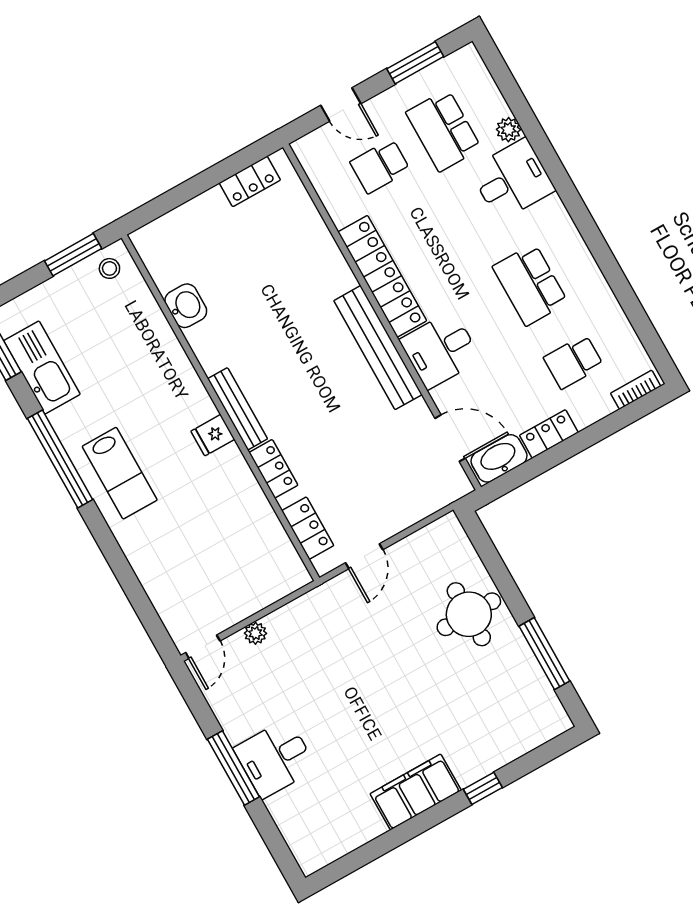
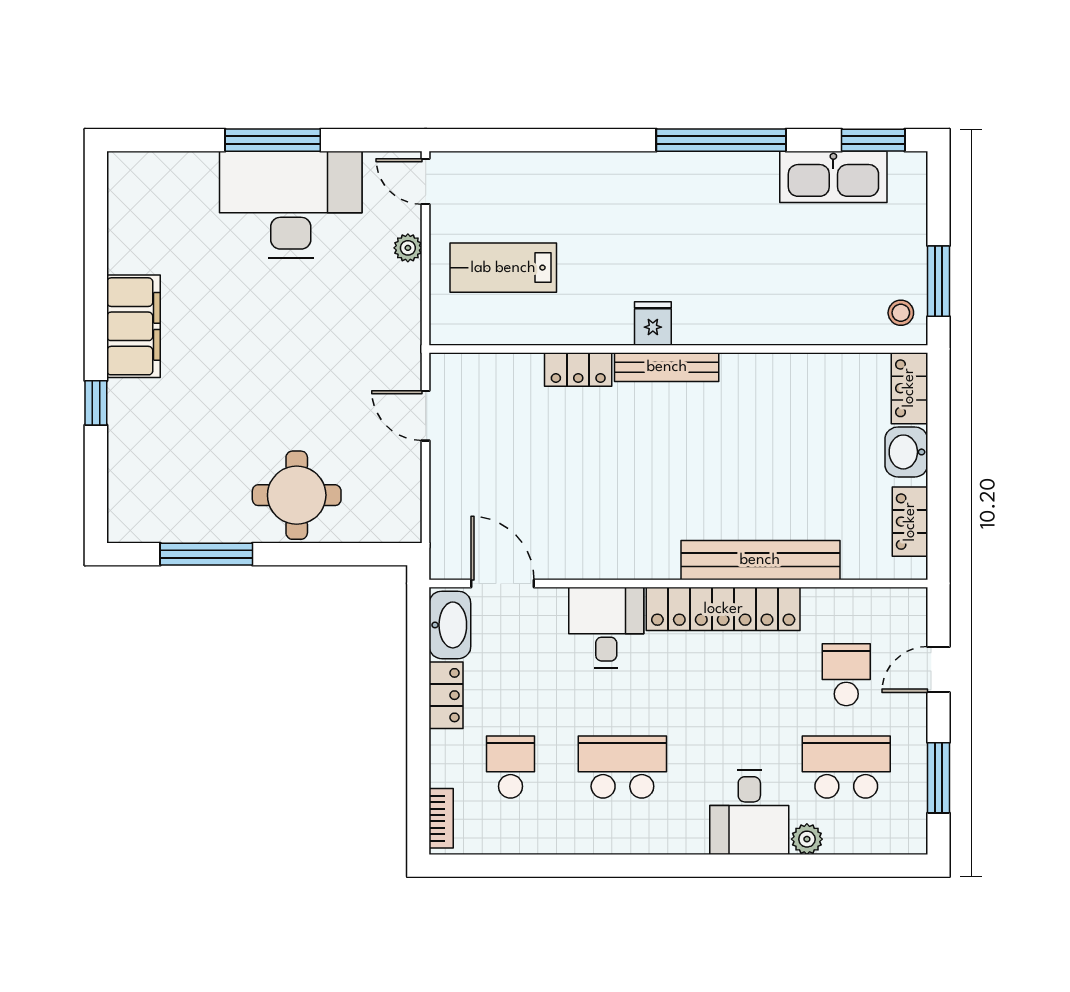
washbasin: (186, 306) -> (906, 452), moved, turned 90
bench: (378, 348) -> (760, 560), moved
door: (450, 438) -> (503, 583), swing flipped
lab bench: (120, 473) -> (503, 268), moved
locker: (308, 528) -> (909, 388), moved, turned 90
desk: (275, 758) -> (291, 204), width x1.87, depth x1.30

